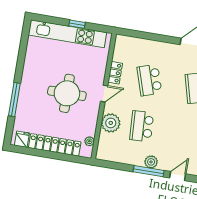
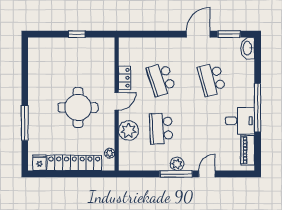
kitchen unit: (67, 34) -> (68, 46), removed

